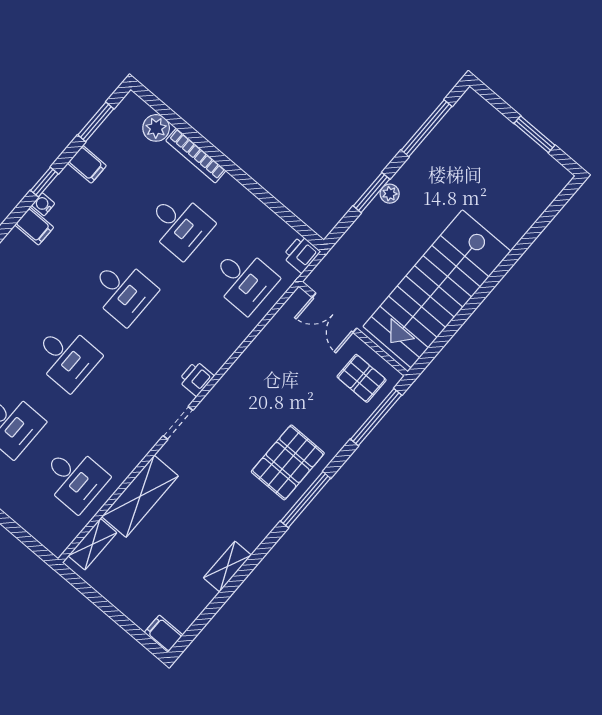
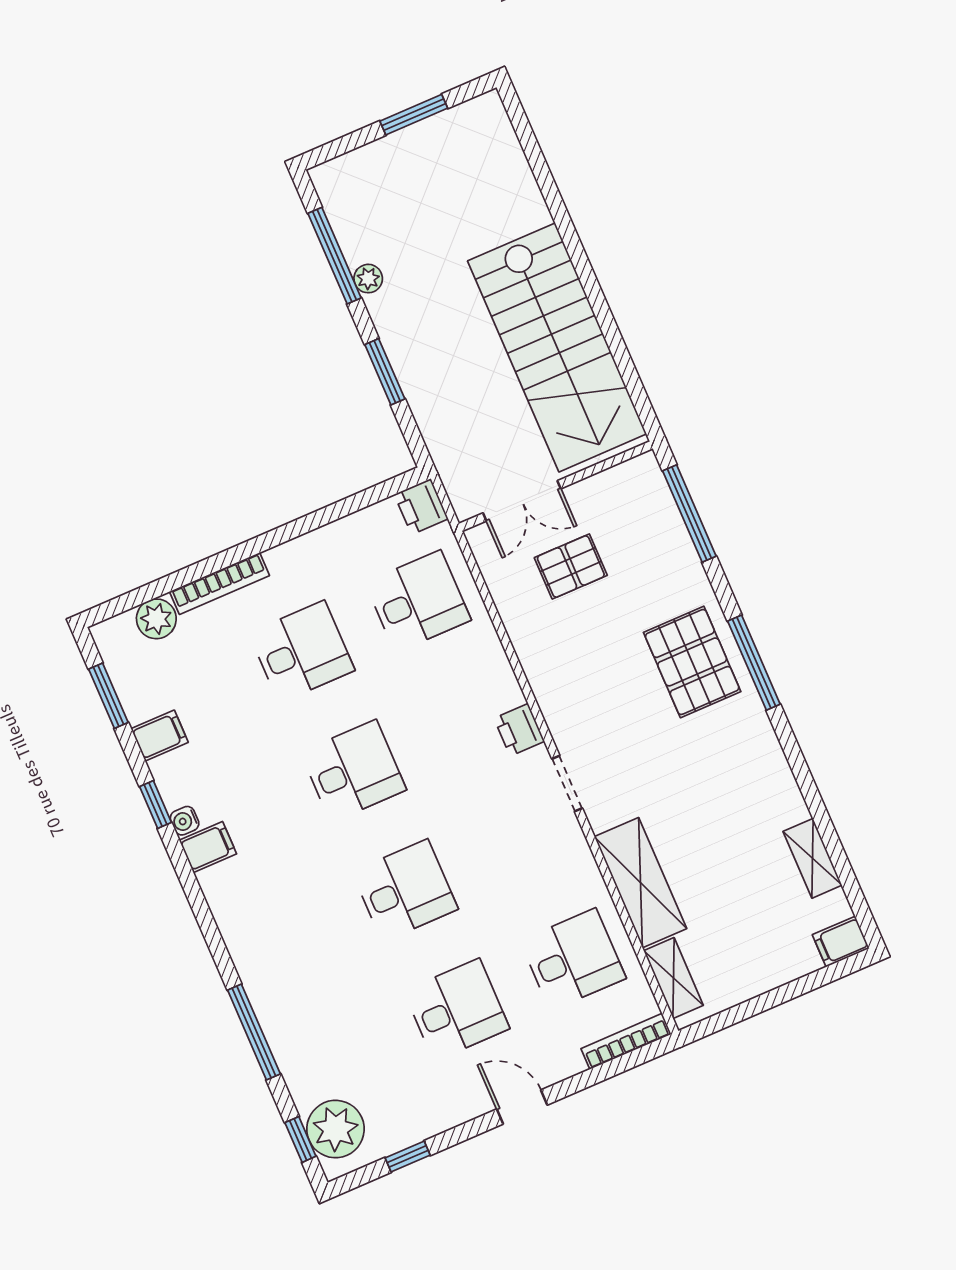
plant: (390, 194) -> (368, 279), moved
pallet: (362, 378) -> (571, 566), moved
bookcase: (41, 534) -> (626, 1041), added
shelving: (227, 567) -> (812, 858), moved

